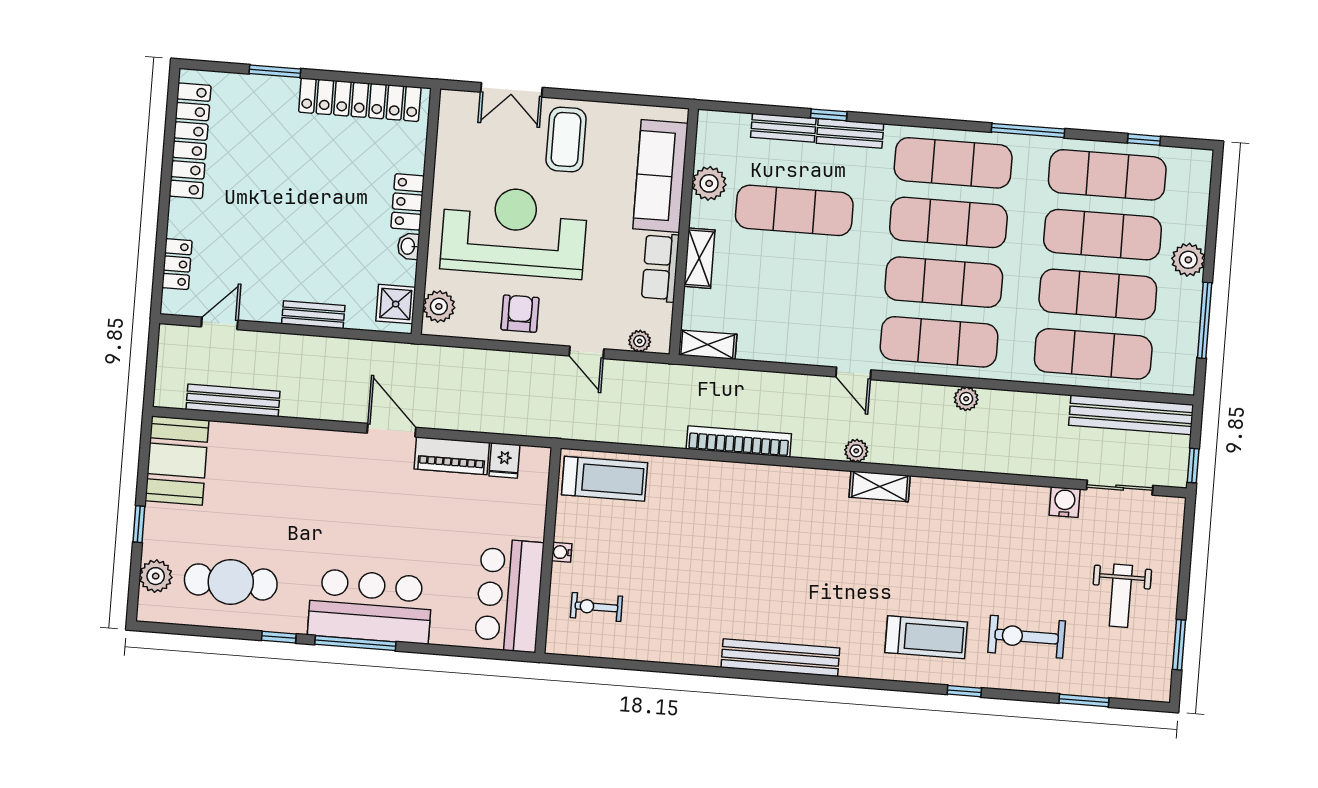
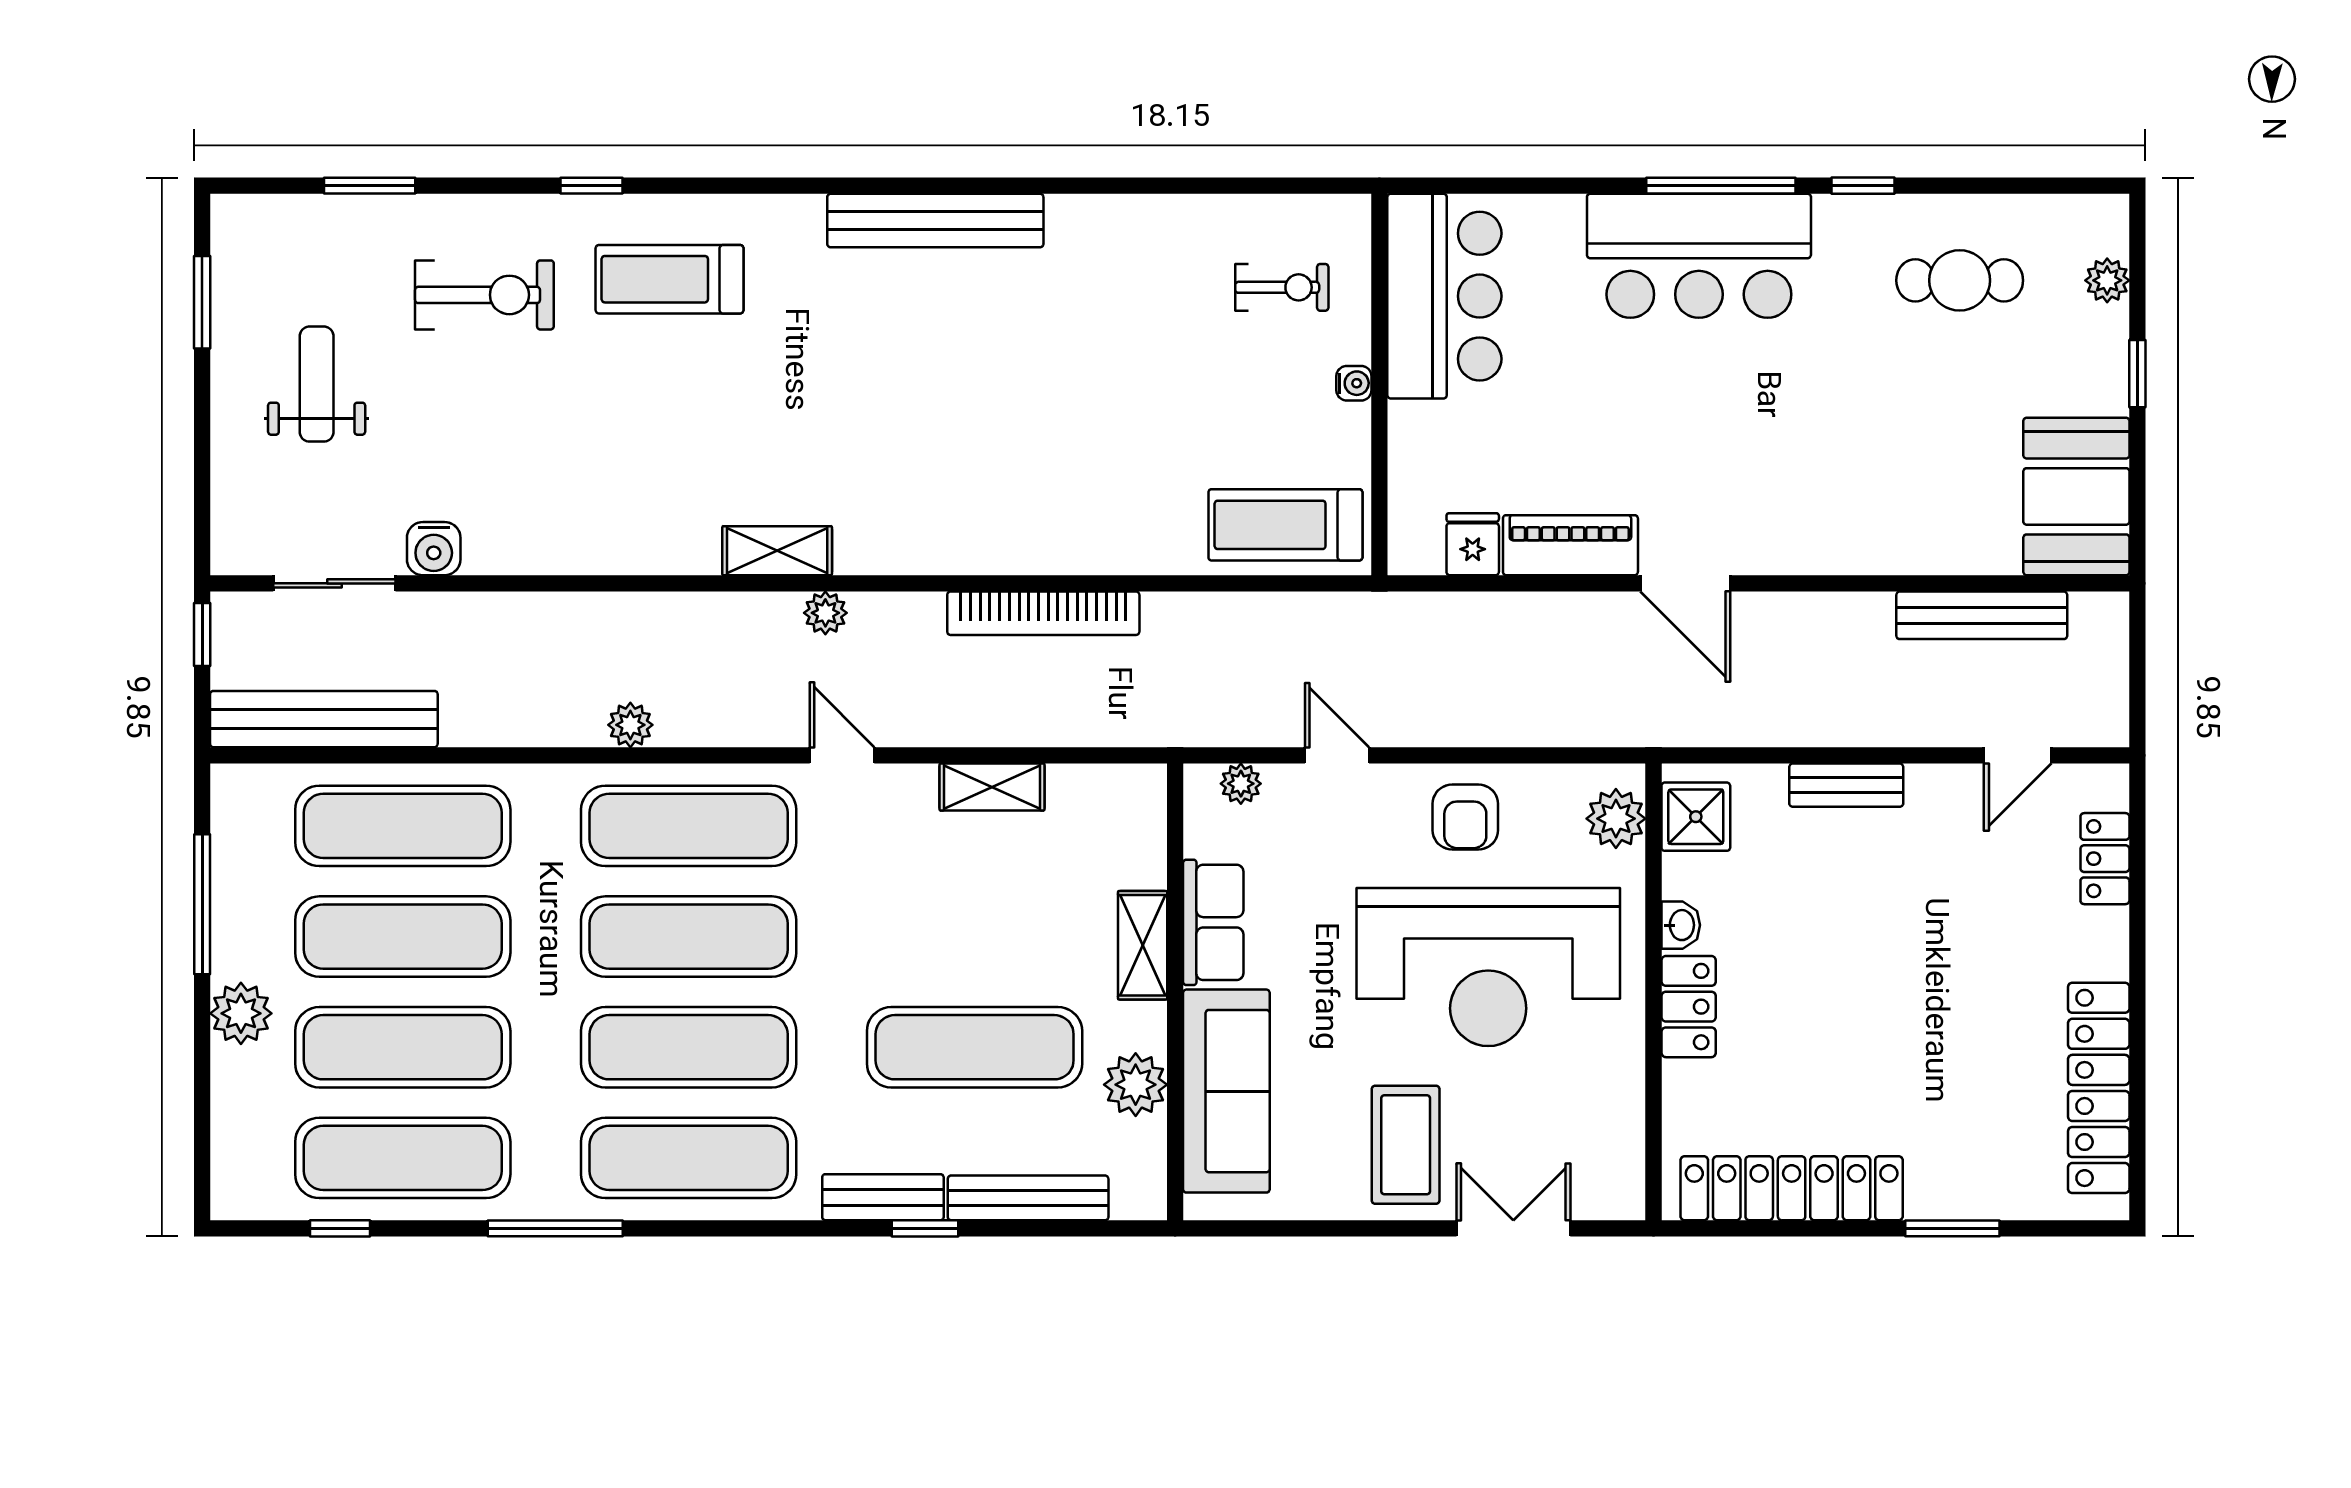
bench: (783, 128) -> (1028, 1198), width x1.36
shelving: (708, 345) -> (992, 787), moved
plant: (156, 576) -> (2107, 280), width x0.73, depth x0.73
cafe table: (231, 582) -> (1960, 280), width x0.73, depth x0.74

